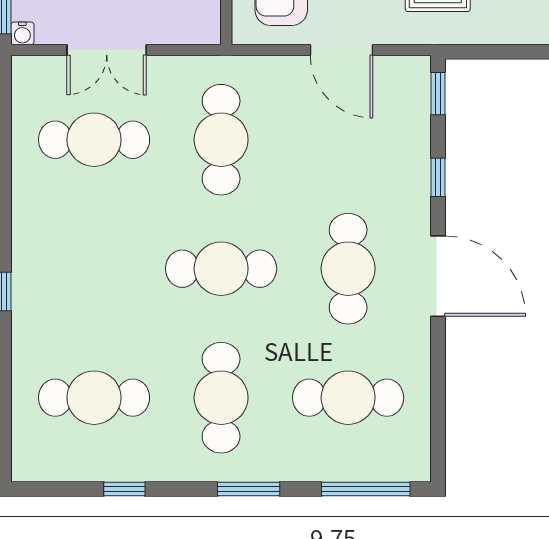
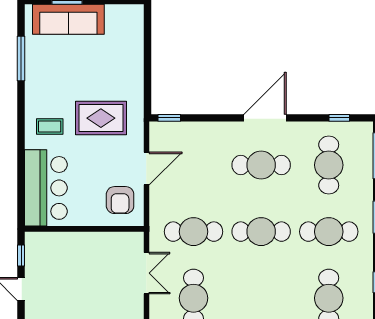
double door: (107, 50) -> (146, 273), moved
window: (438, 177) -> (339, 118), moved
cafe table: (221, 269) -> (261, 232), turned 90

